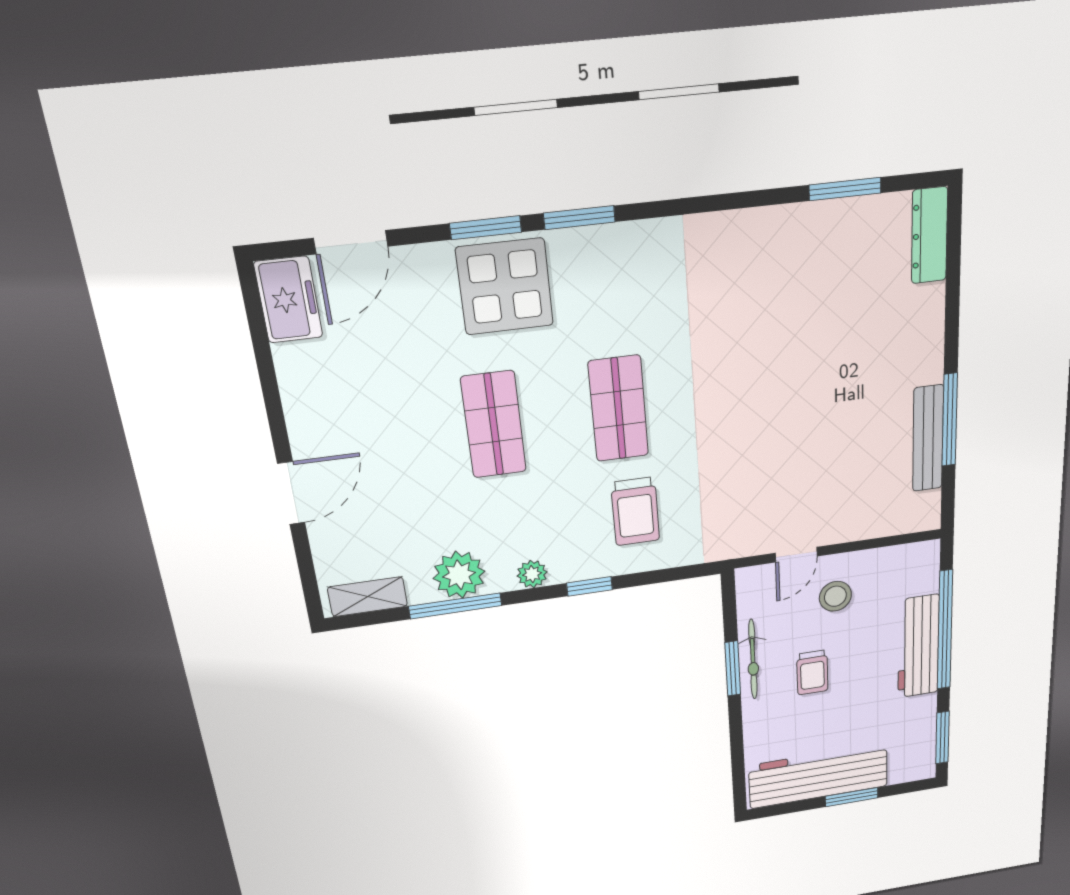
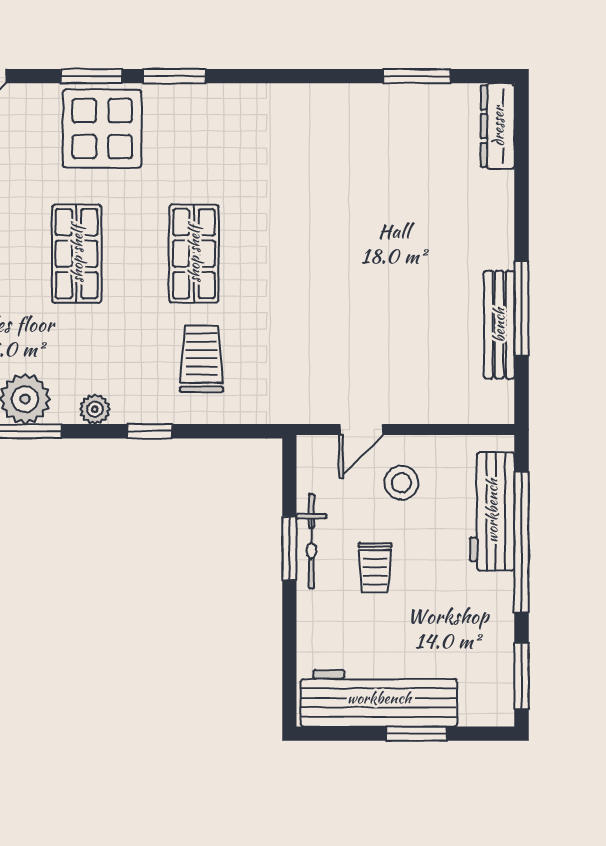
trolley: (635, 511) -> (202, 359), turned 180
workbench: (918, 646) -> (492, 511), moved

